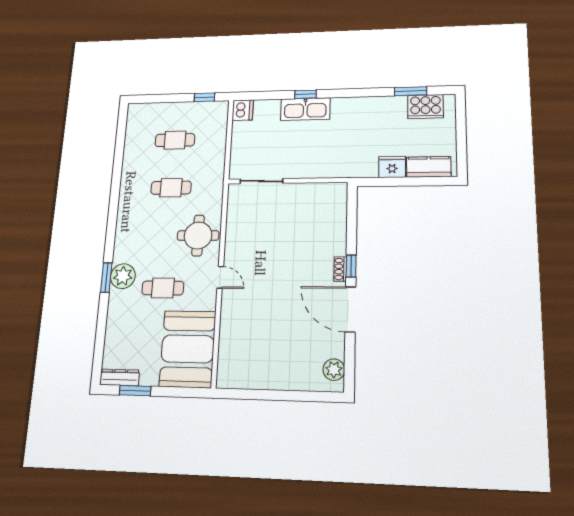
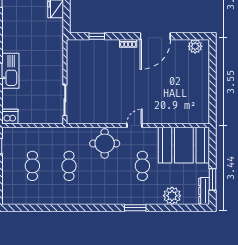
window: (351, 266) -> (97, 36), moved
plant: (123, 276) -> (172, 196), moved

